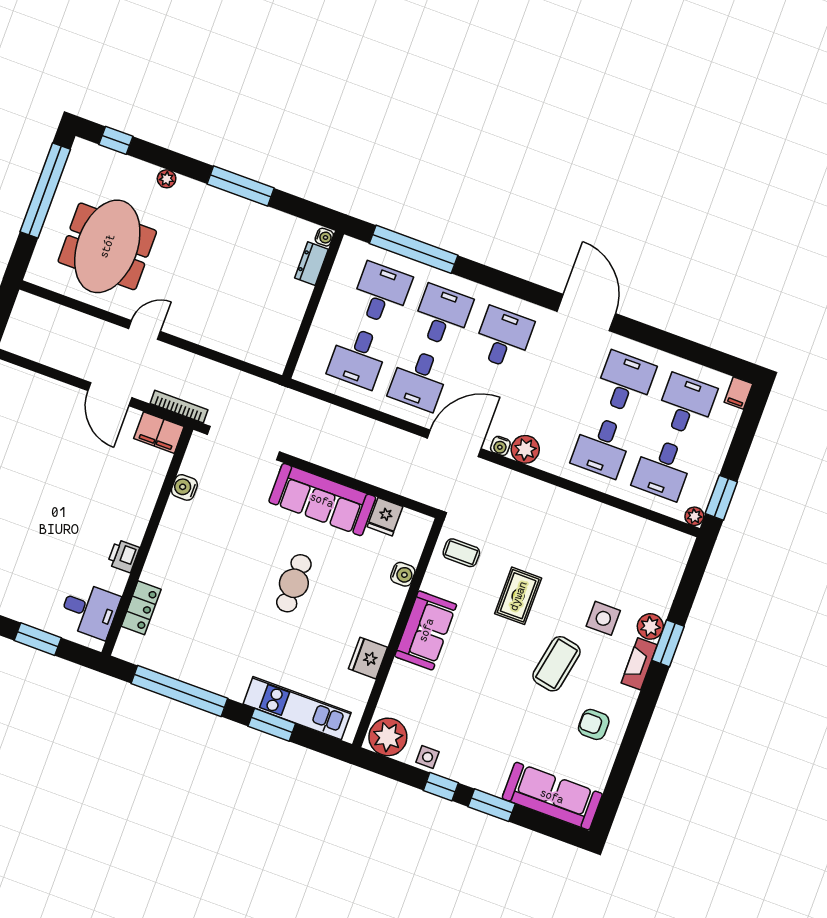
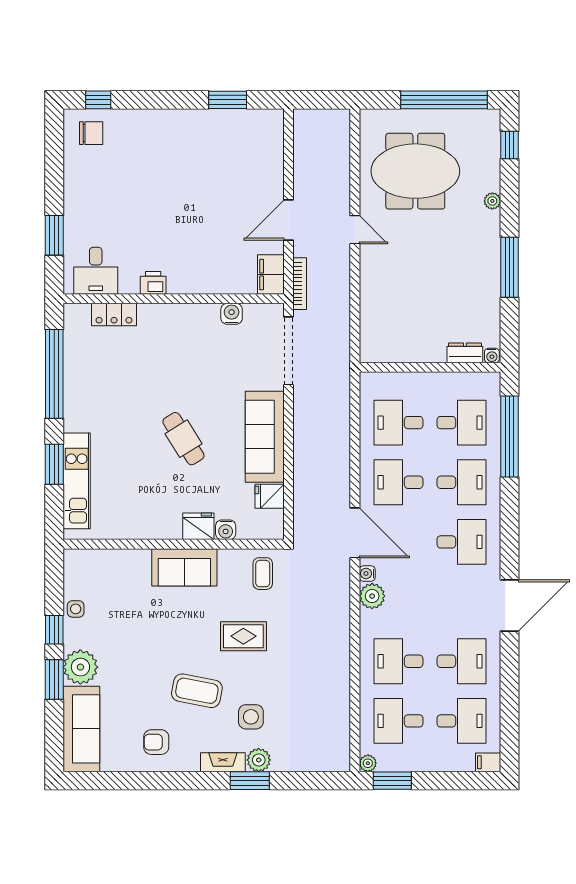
cafe table: (294, 583) -> (183, 439), turned 58
fridge: (368, 658) -> (198, 526), moved
armchair: (594, 724) -> (156, 742), turned -90
plant: (388, 737) -> (80, 667), moved

